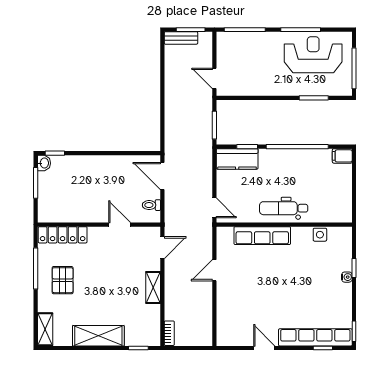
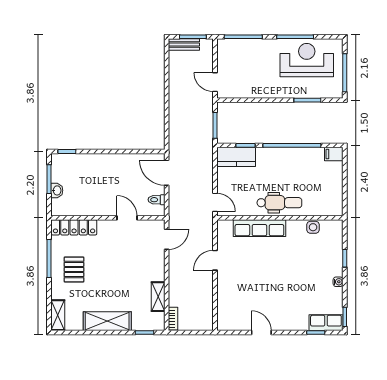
washbasin: (44, 163) -> (57, 190), moved
dental chair: (284, 208) -> (279, 203), turned 180
water cooler: (347, 277) -> (338, 282), moved
shelving: (153, 287) -> (158, 297), moved
row of seats: (315, 337) -> (326, 323), width x0.50

